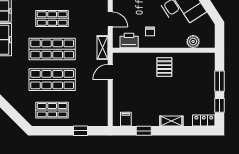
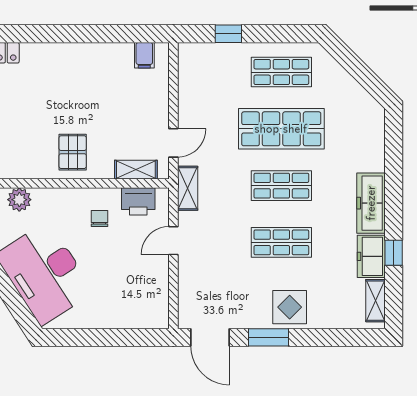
door: (110, 19) -> (173, 241), hinge flipped
shop shelf: (52, 49) -> (281, 186), width x0.70, depth x0.74
shelving: (171, 121) -> (136, 170), moved
window: (144, 131) -> (111, 34), removed

